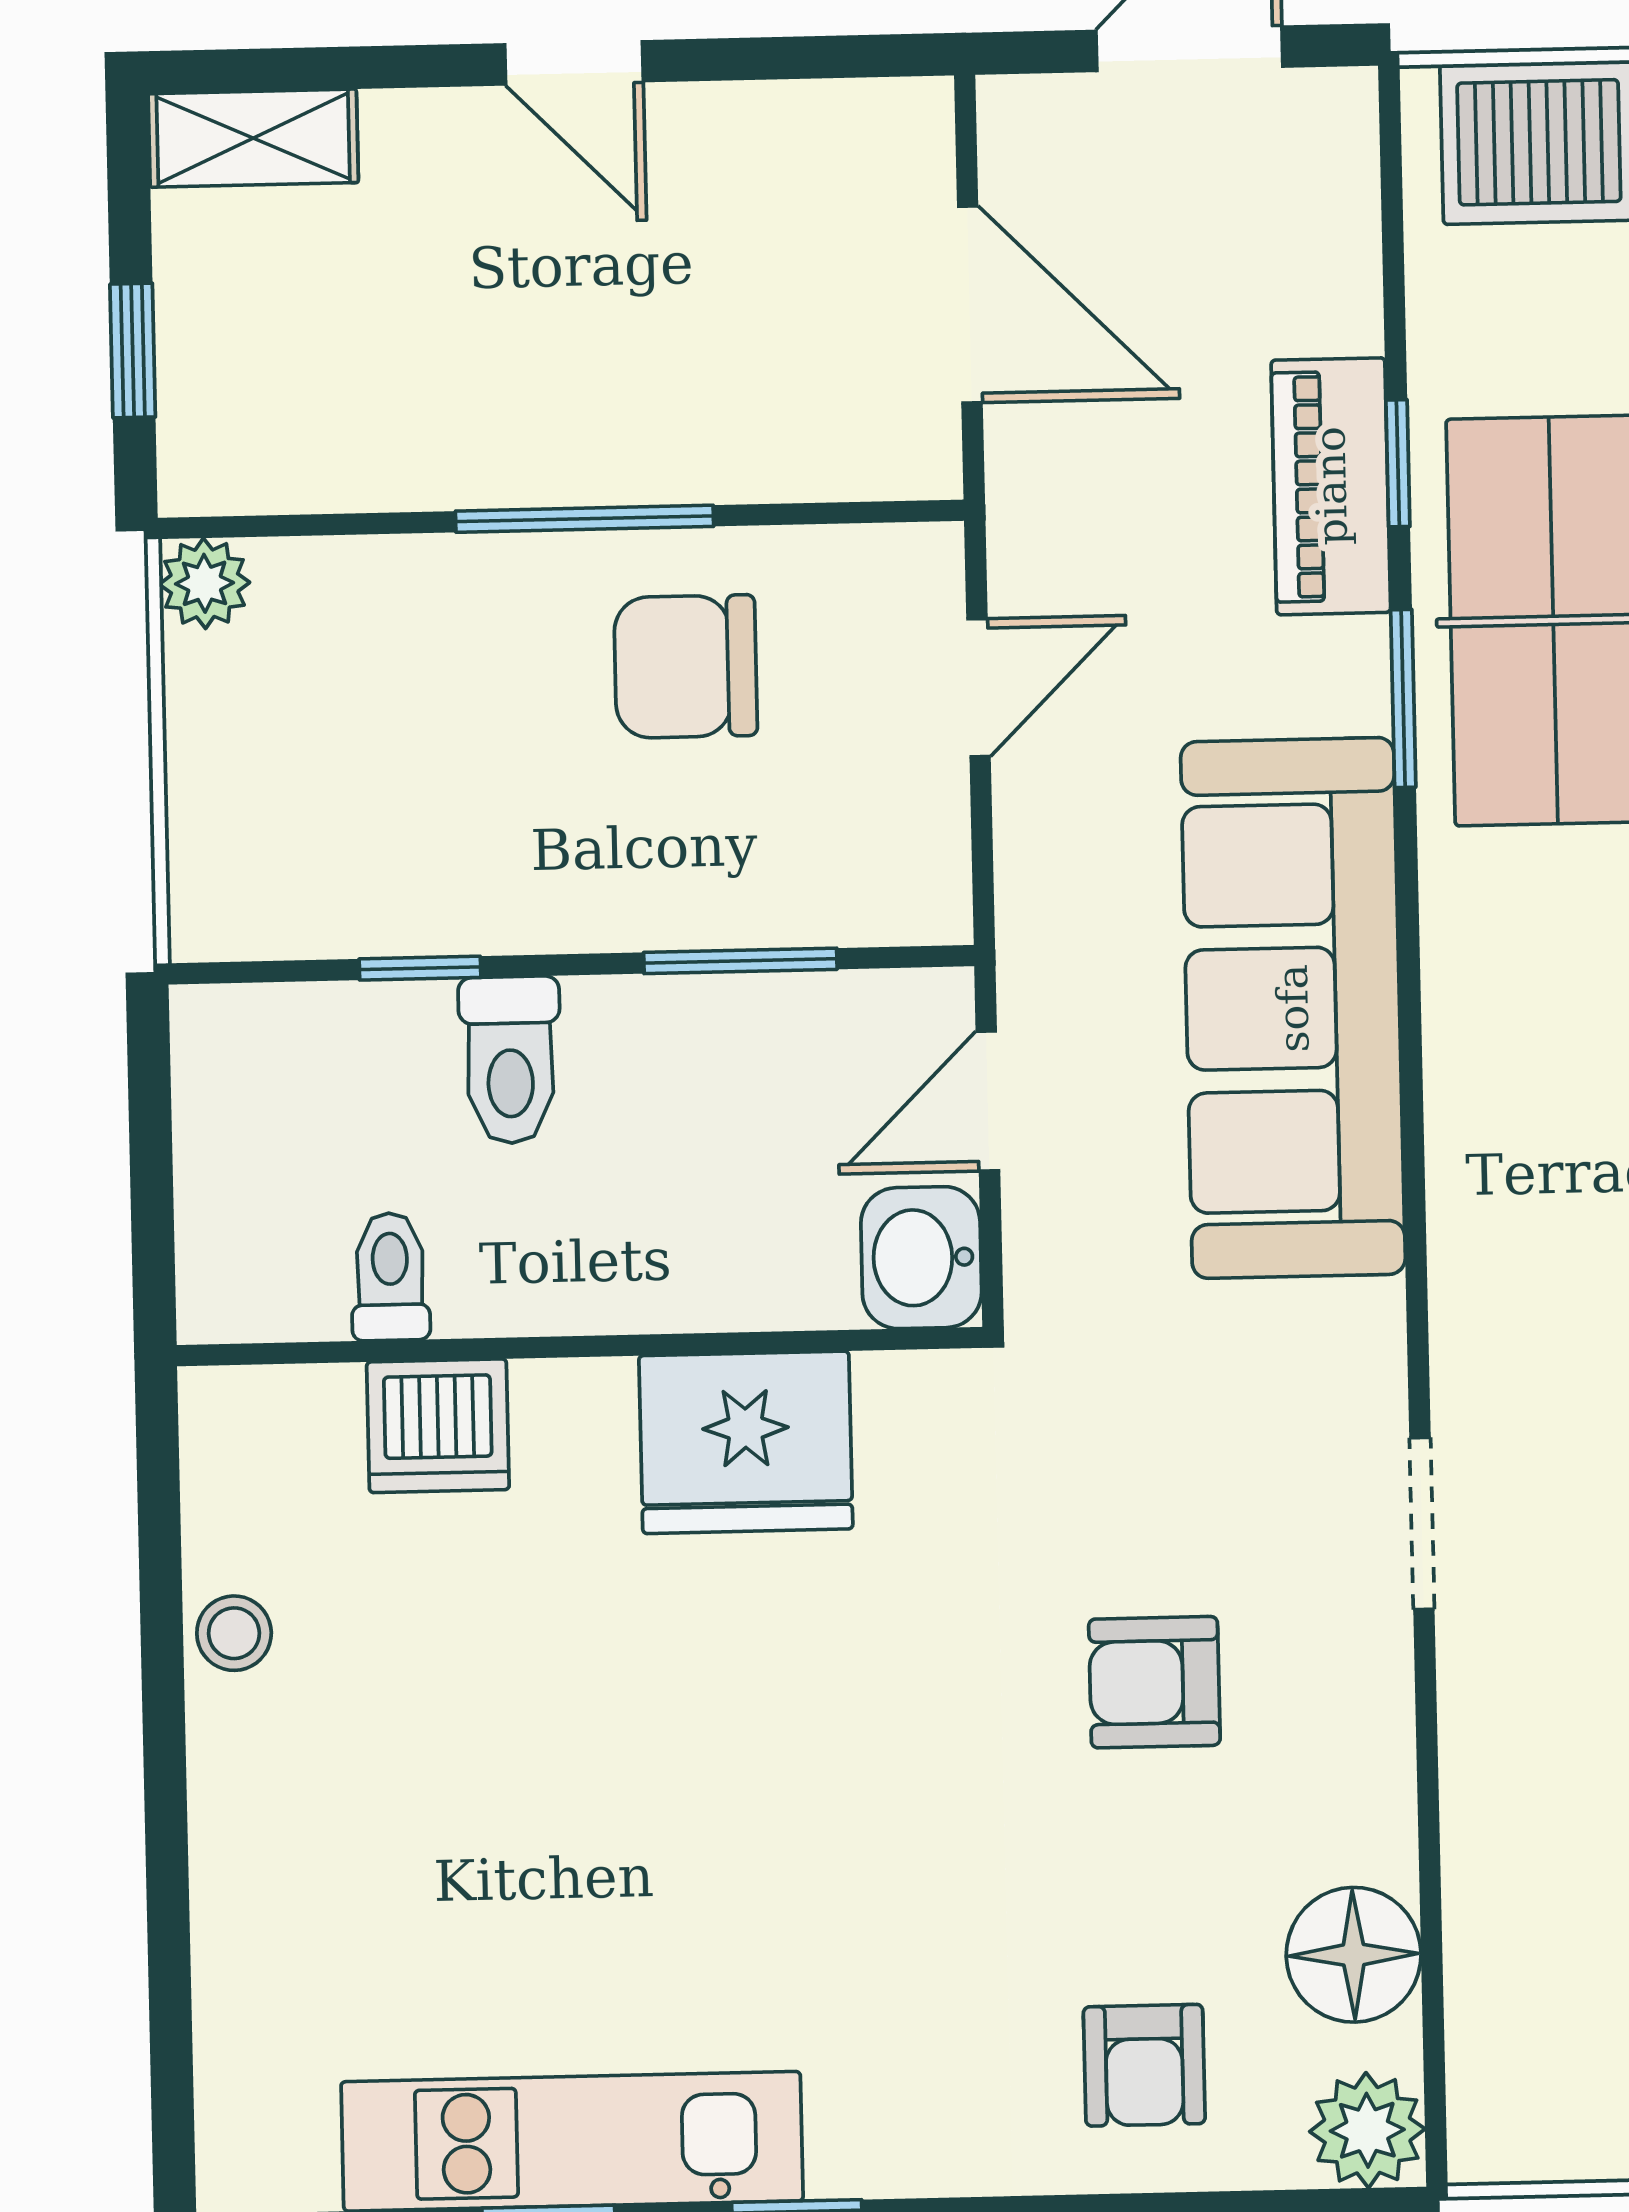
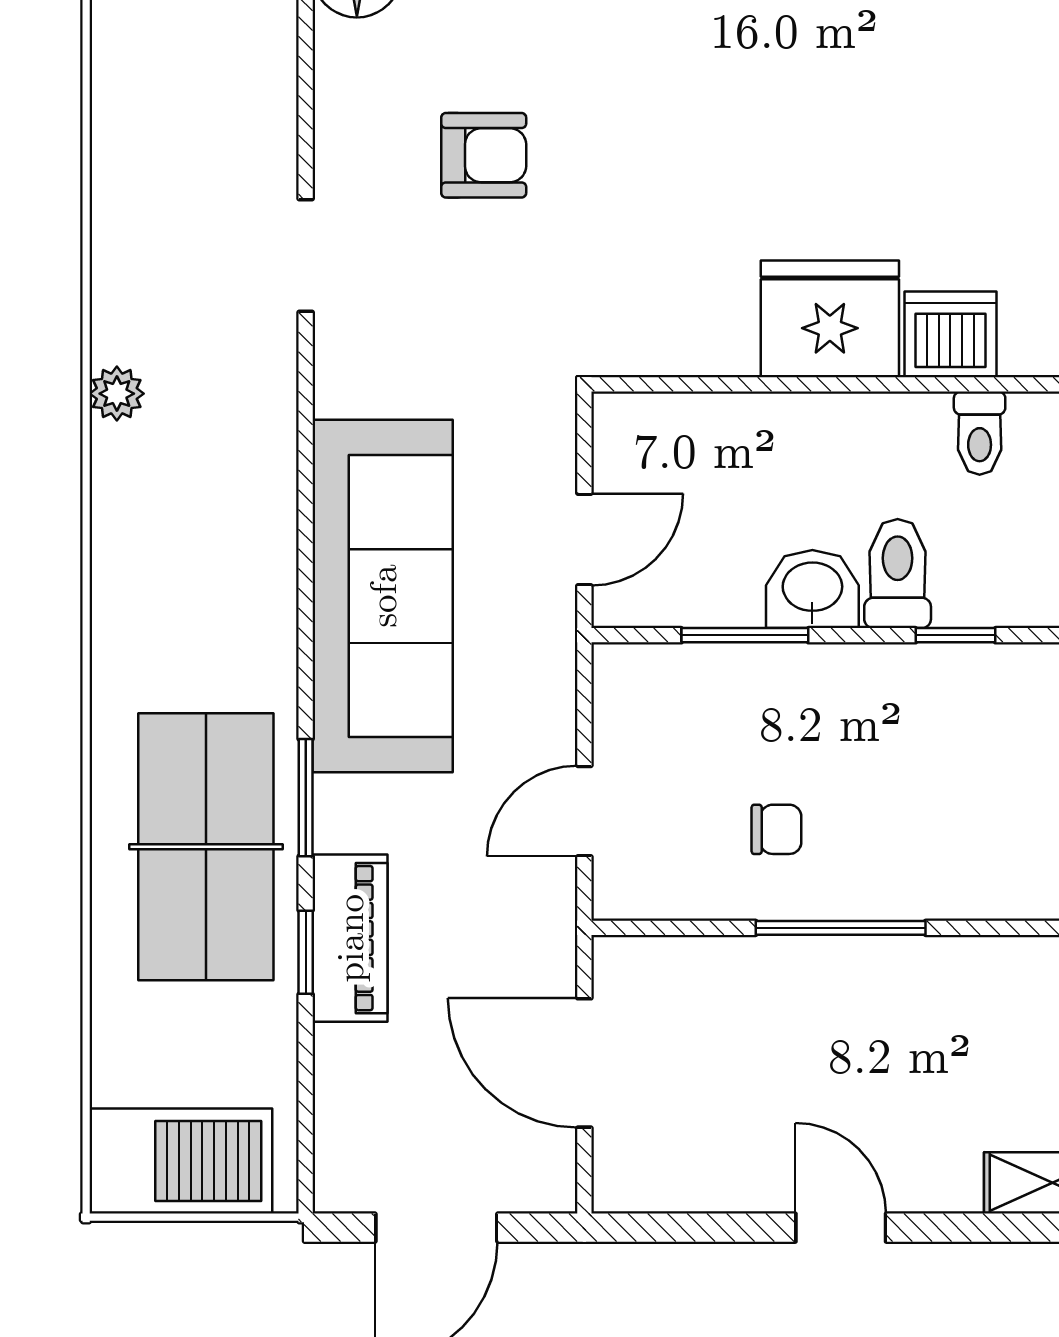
chair: (686, 666) -> (776, 829), width x0.54, depth x0.54
washbasin: (921, 1258) -> (812, 589), moved, turned -90
fridge: (746, 1442) -> (830, 319), moved

